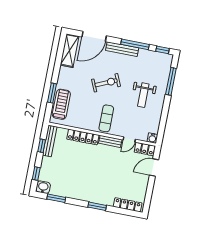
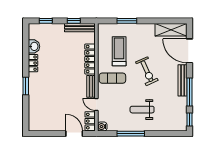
window: (171, 81) -> (131, 134), moved
treadmill: (61, 104) -> (119, 51), moved, turned -90
washbasin: (43, 187) -> (34, 46), moved
window: (56, 198) -> (26, 45), removed
locker: (128, 205) -> (33, 63), moved, width x0.66

